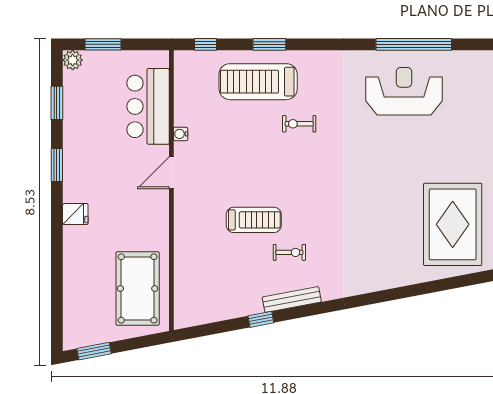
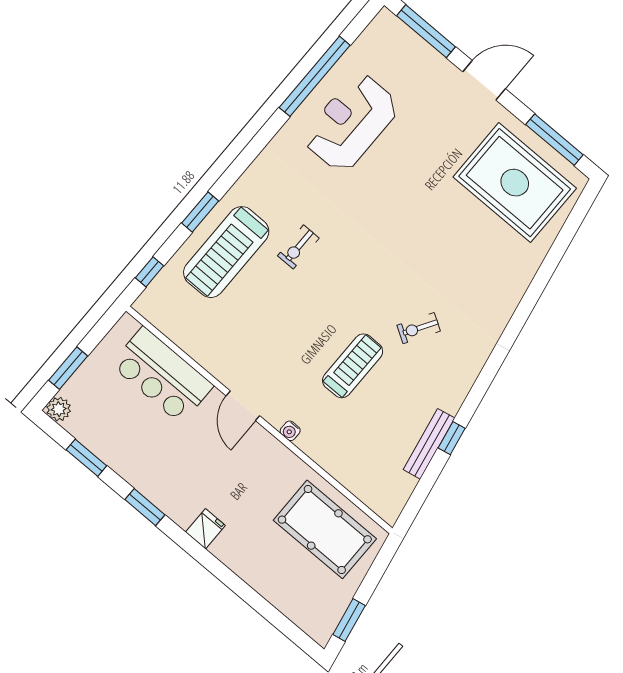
water cooler: (181, 134) -> (290, 431), moved
exercise bike: (289, 252) -> (419, 328), moved, turned -149
bench: (292, 299) -> (429, 444), moved

